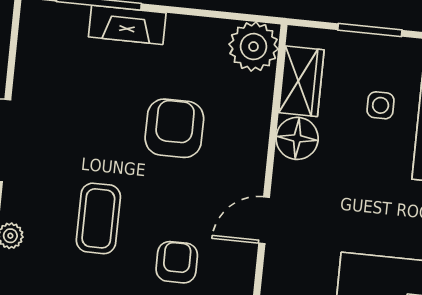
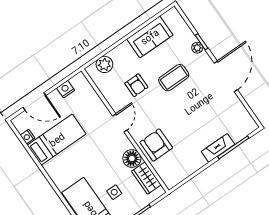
plant: (254, 47) -> (171, 176), removed
armchair: (174, 128) -> (156, 145), moved, turned 180
coffee table: (98, 218) -> (174, 78), turned 90

